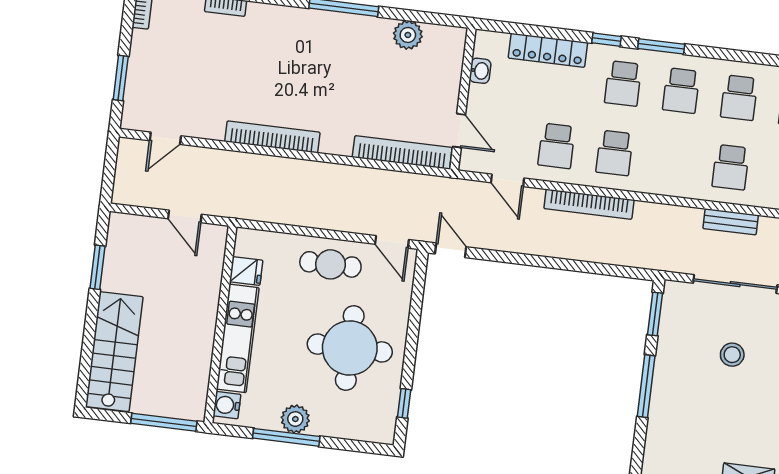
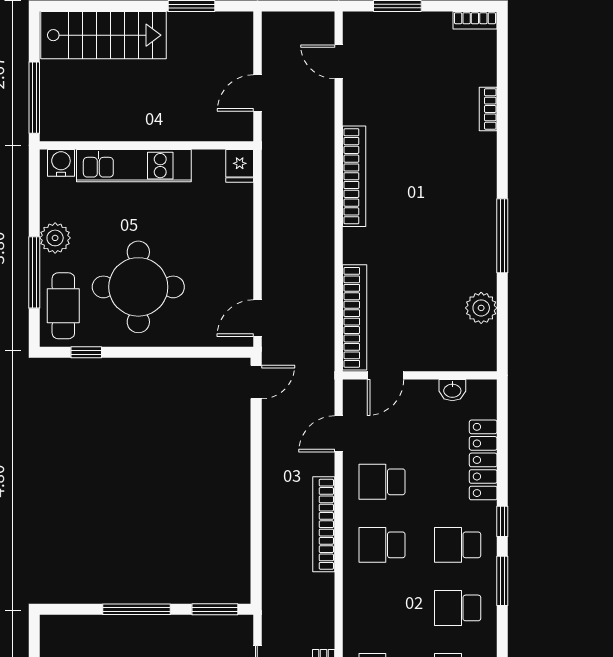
cafe table: (330, 264) -> (63, 306), moved
fridge: (246, 271) -> (240, 166), moved
window: (286, 437) -> (34, 272), moved

